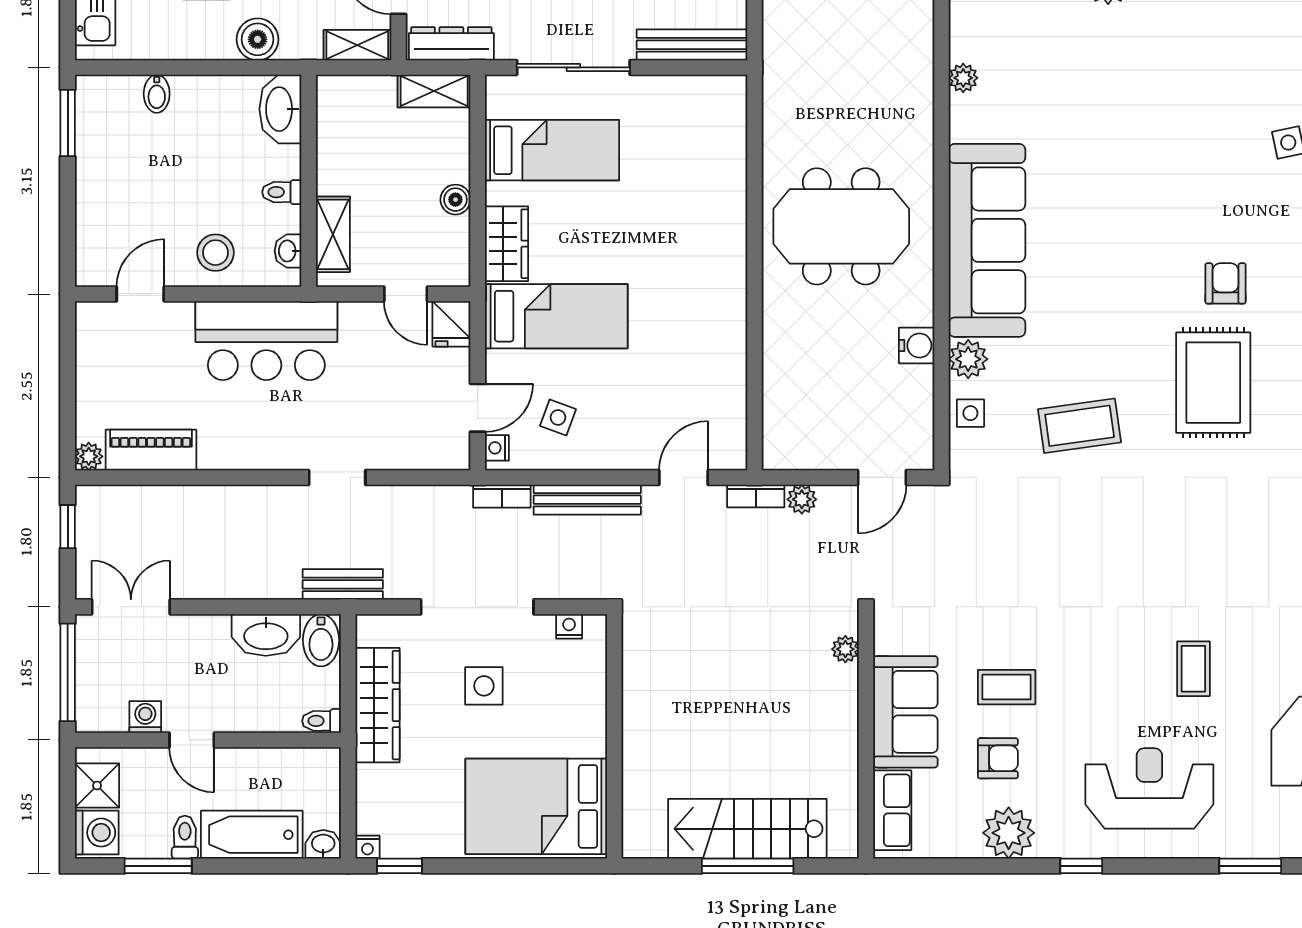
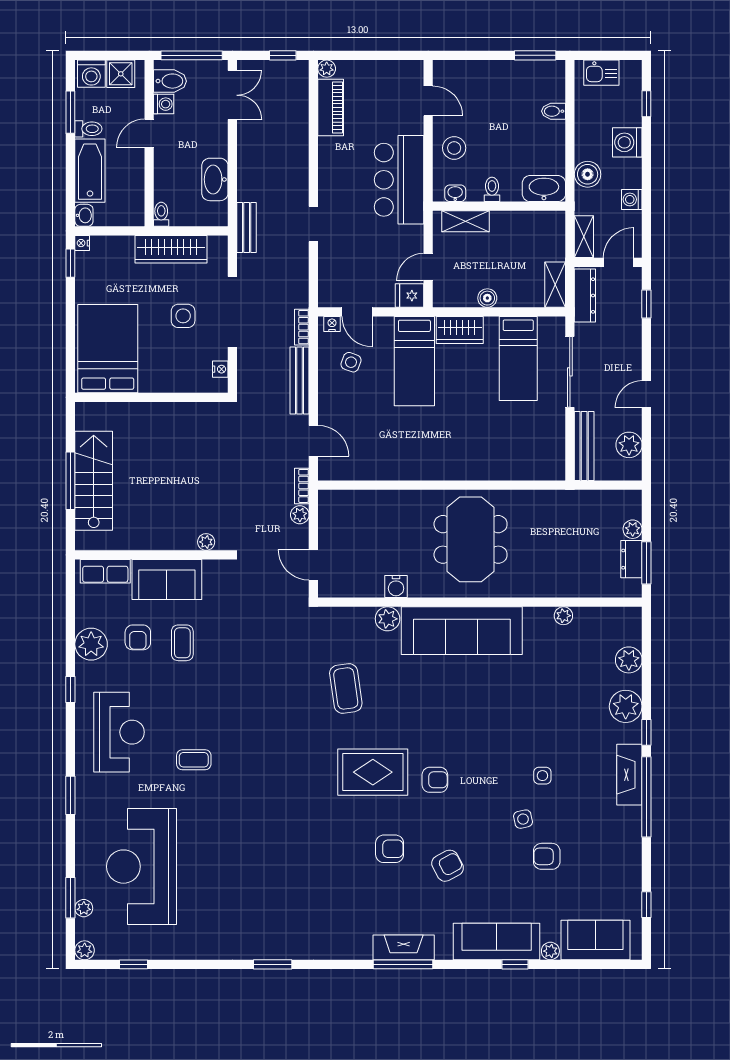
side table: (970, 413) -> (542, 776), moved
bidet: (321, 640) -> (170, 81), moved, turned 180

